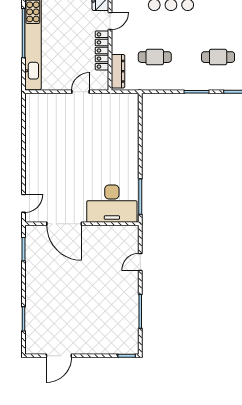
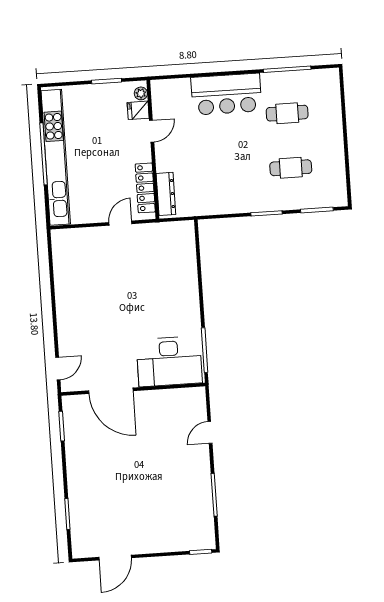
locker: (102, 51) -> (145, 188), moved
cafe table: (155, 57) -> (287, 113), moved

